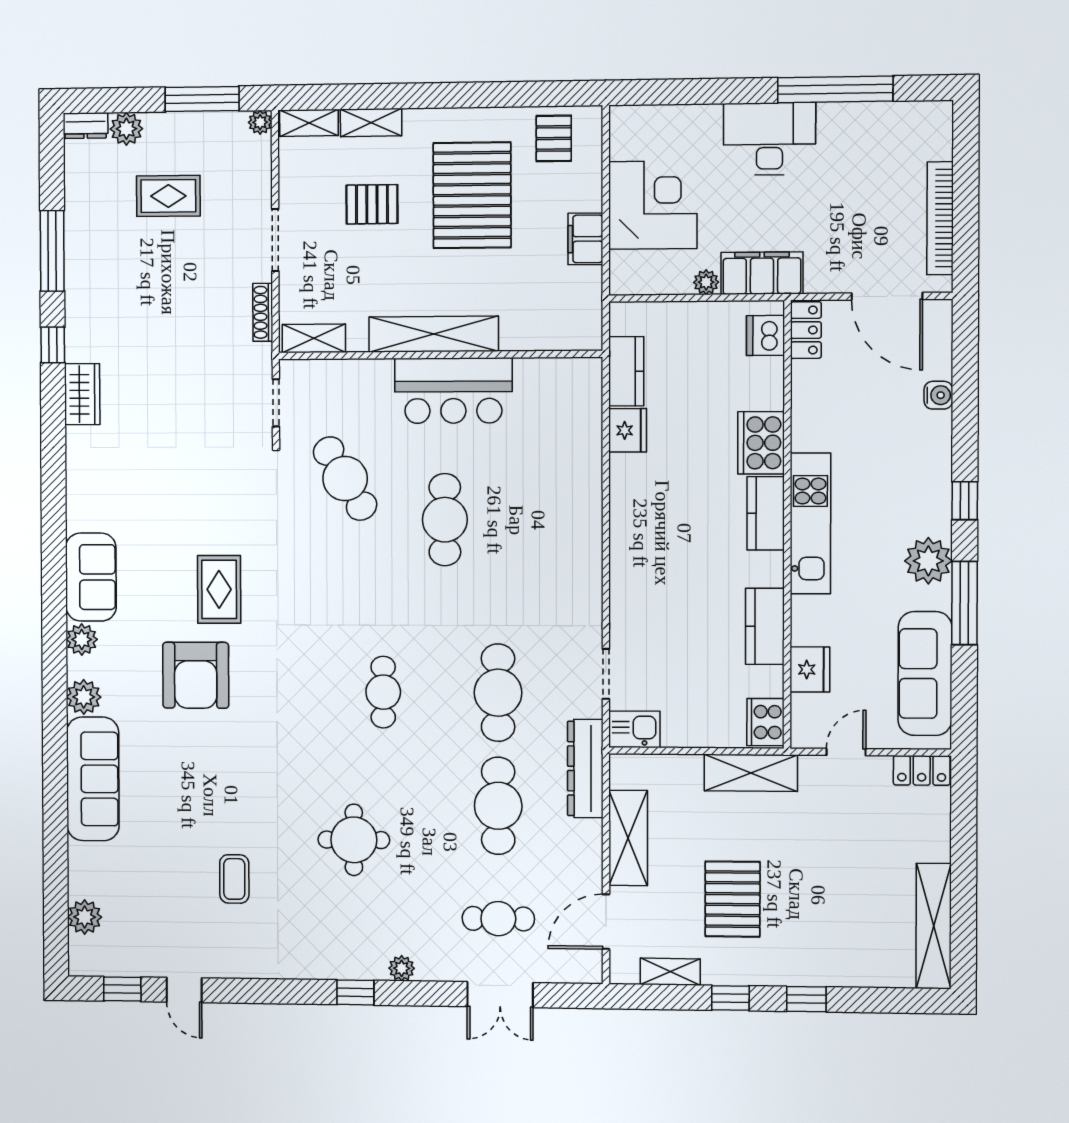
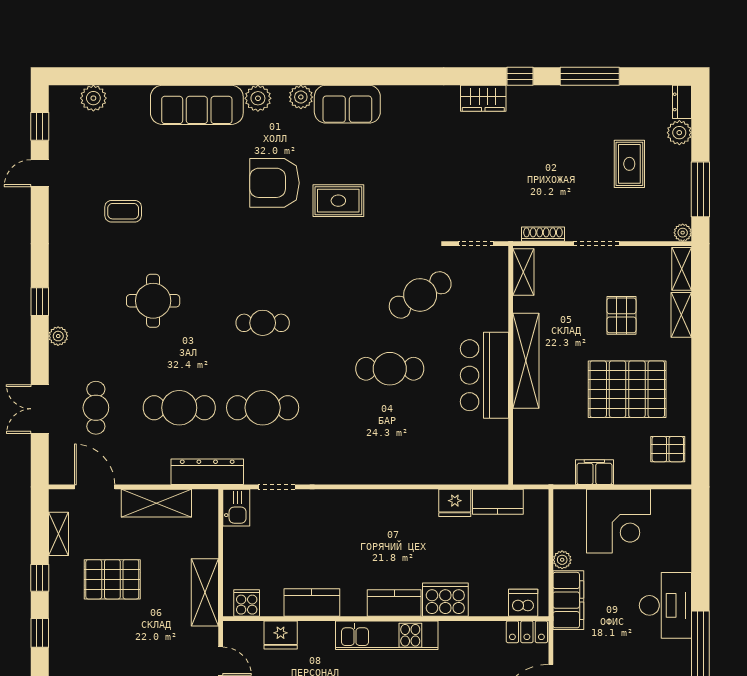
cooker: (765, 722) -> (247, 603), width x0.73

